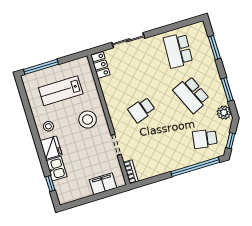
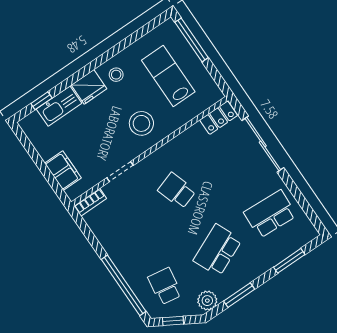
sliding door: (128, 40) -> (263, 144), width x1.37
kitchen sink: (57, 169) -> (59, 106), width x1.38

